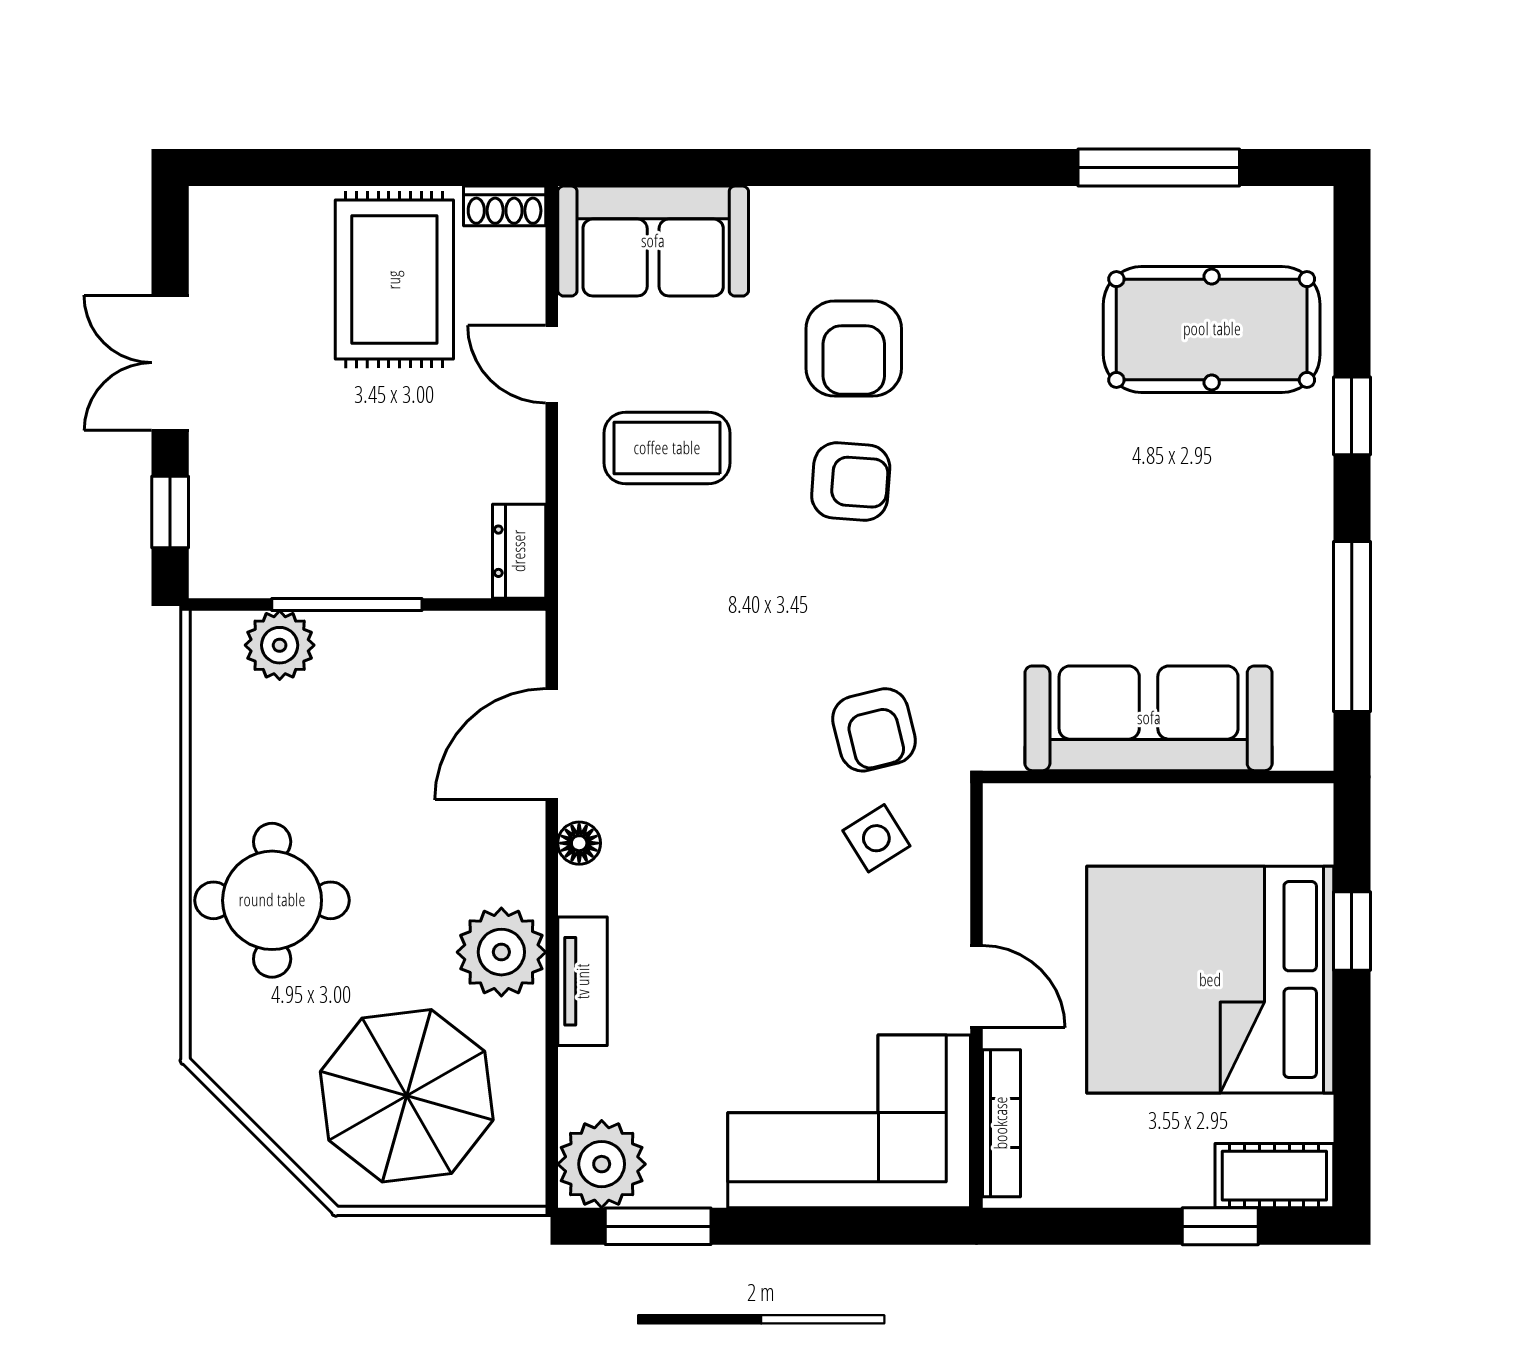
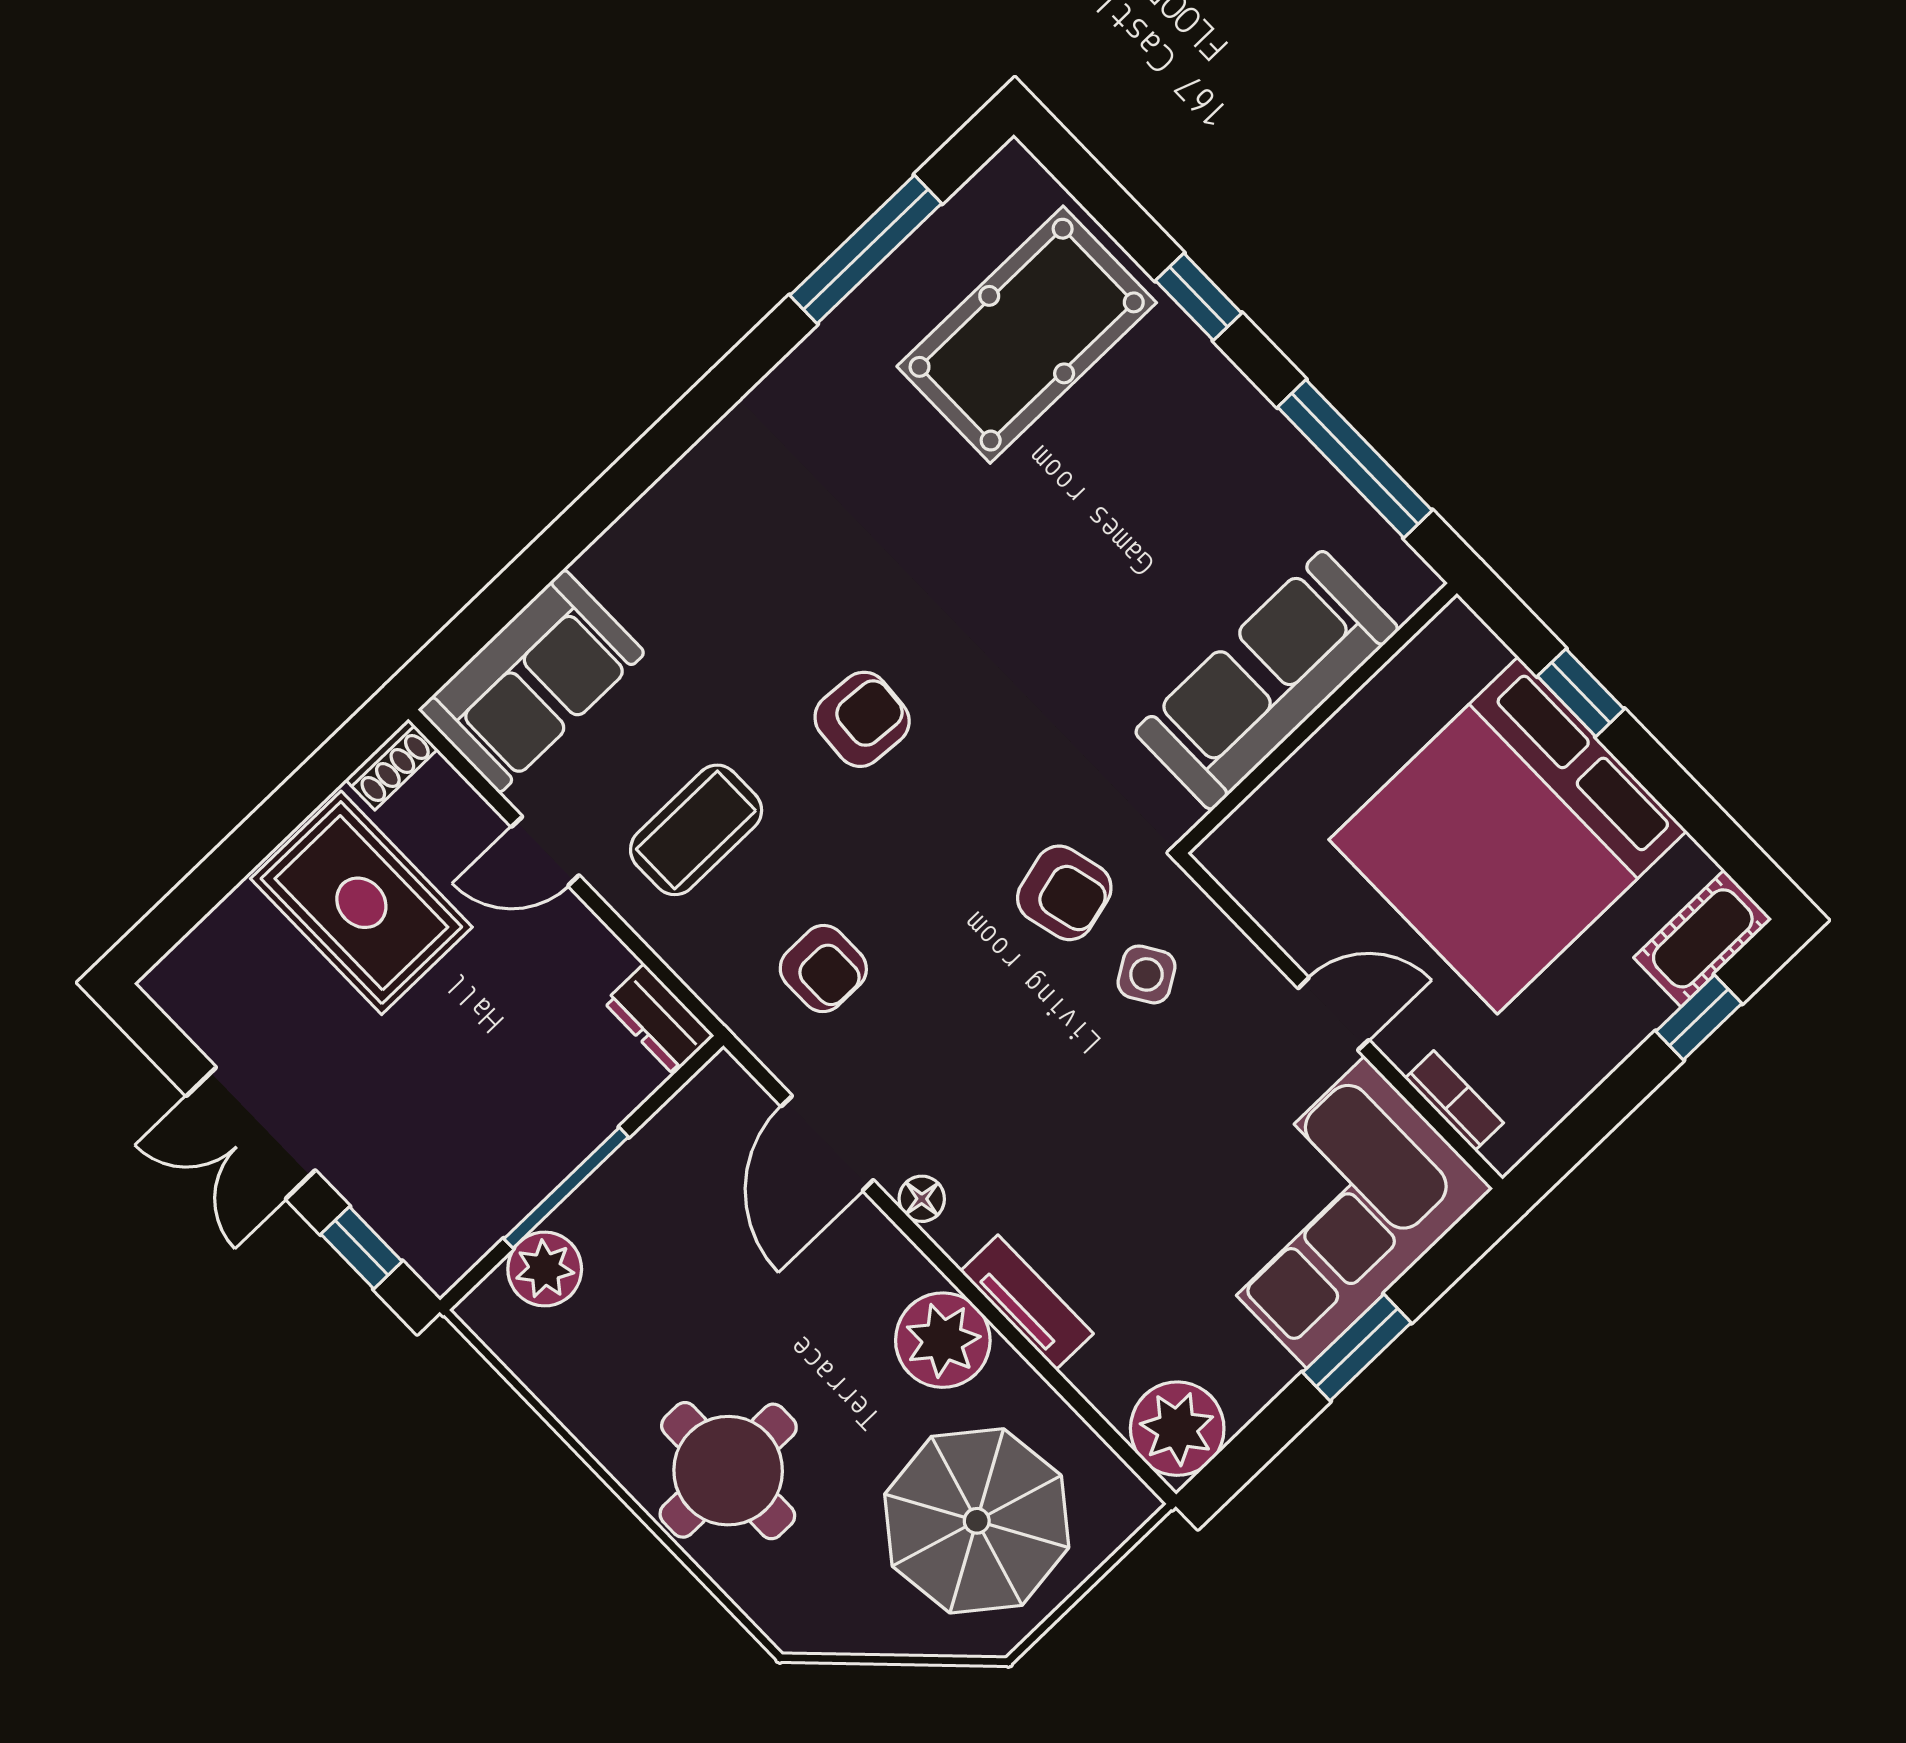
armchair: (854, 349) -> (823, 969), moved, width x0.72, depth x0.72
bookcase: (1001, 1123) -> (1454, 1101), width x0.64
window: (658, 1226) -> (1357, 1348), moved

